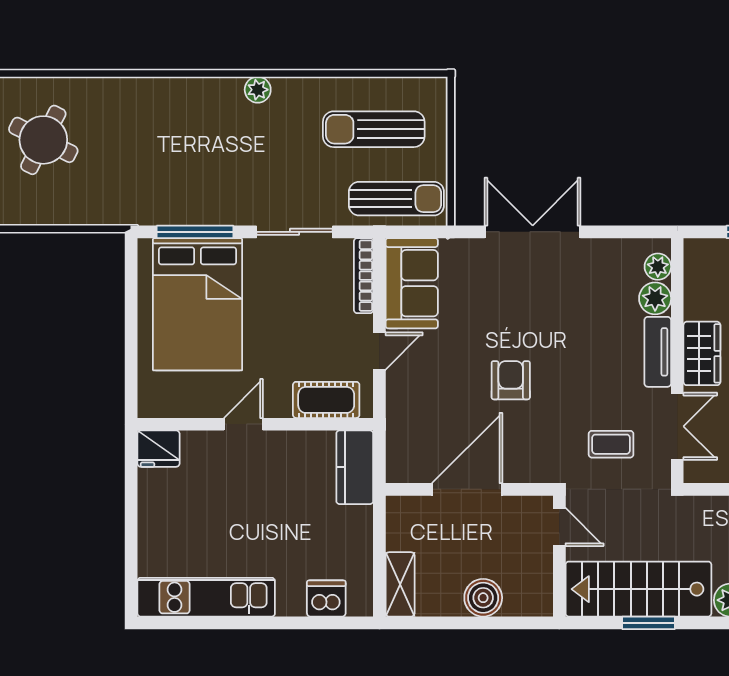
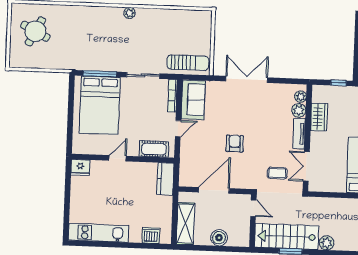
sun lounger: (374, 129) -> (179, 32), removed
wardrobe: (702, 353) -> (319, 117), moved
double door: (677, 426) -> (306, 166), swing flipped
shelving: (400, 584) -> (185, 224), width x1.50, depth x1.33

